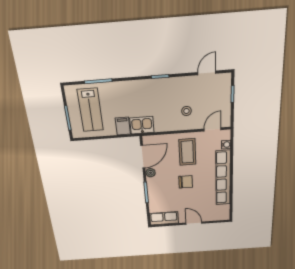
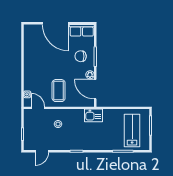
filing cabinet: (123, 126) -> (109, 116), removed
door: (212, 129) -> (38, 108), swing flipped
door: (143, 157) -> (95, 89), hinge flipped
row of seats: (223, 178) -> (29, 65), removed
chair: (186, 182) -> (81, 56), moved
door: (194, 223) -> (55, 23), width x1.88

